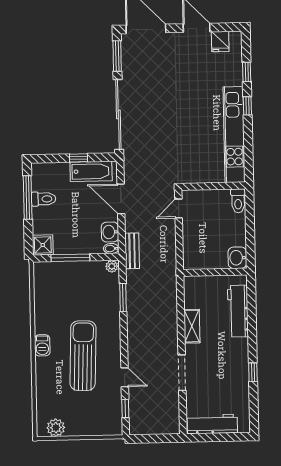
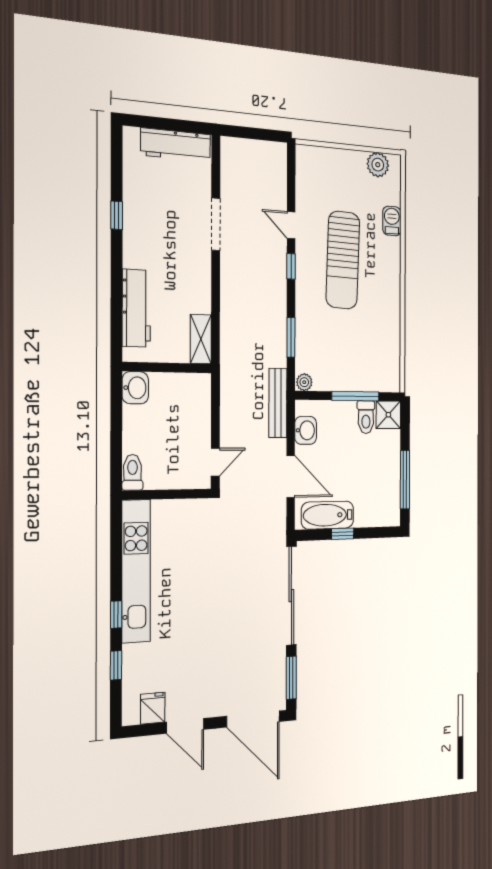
toilet: (44, 199) -> (366, 417), moved, turned -90
bidet: (111, 248) -> (305, 407), removed
bench: (132, 251) -> (278, 403), width x1.36
shelving: (192, 326) -> (201, 339), moved
barbecue: (42, 345) -> (392, 221), moved
window: (125, 409) -> (291, 266), moved

